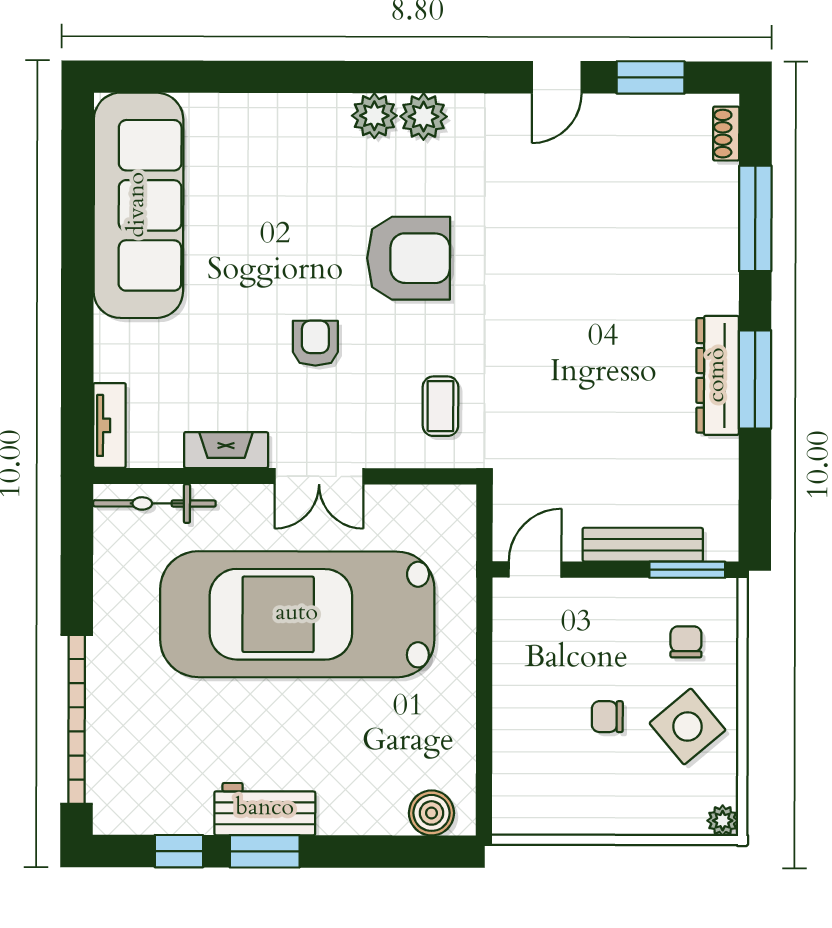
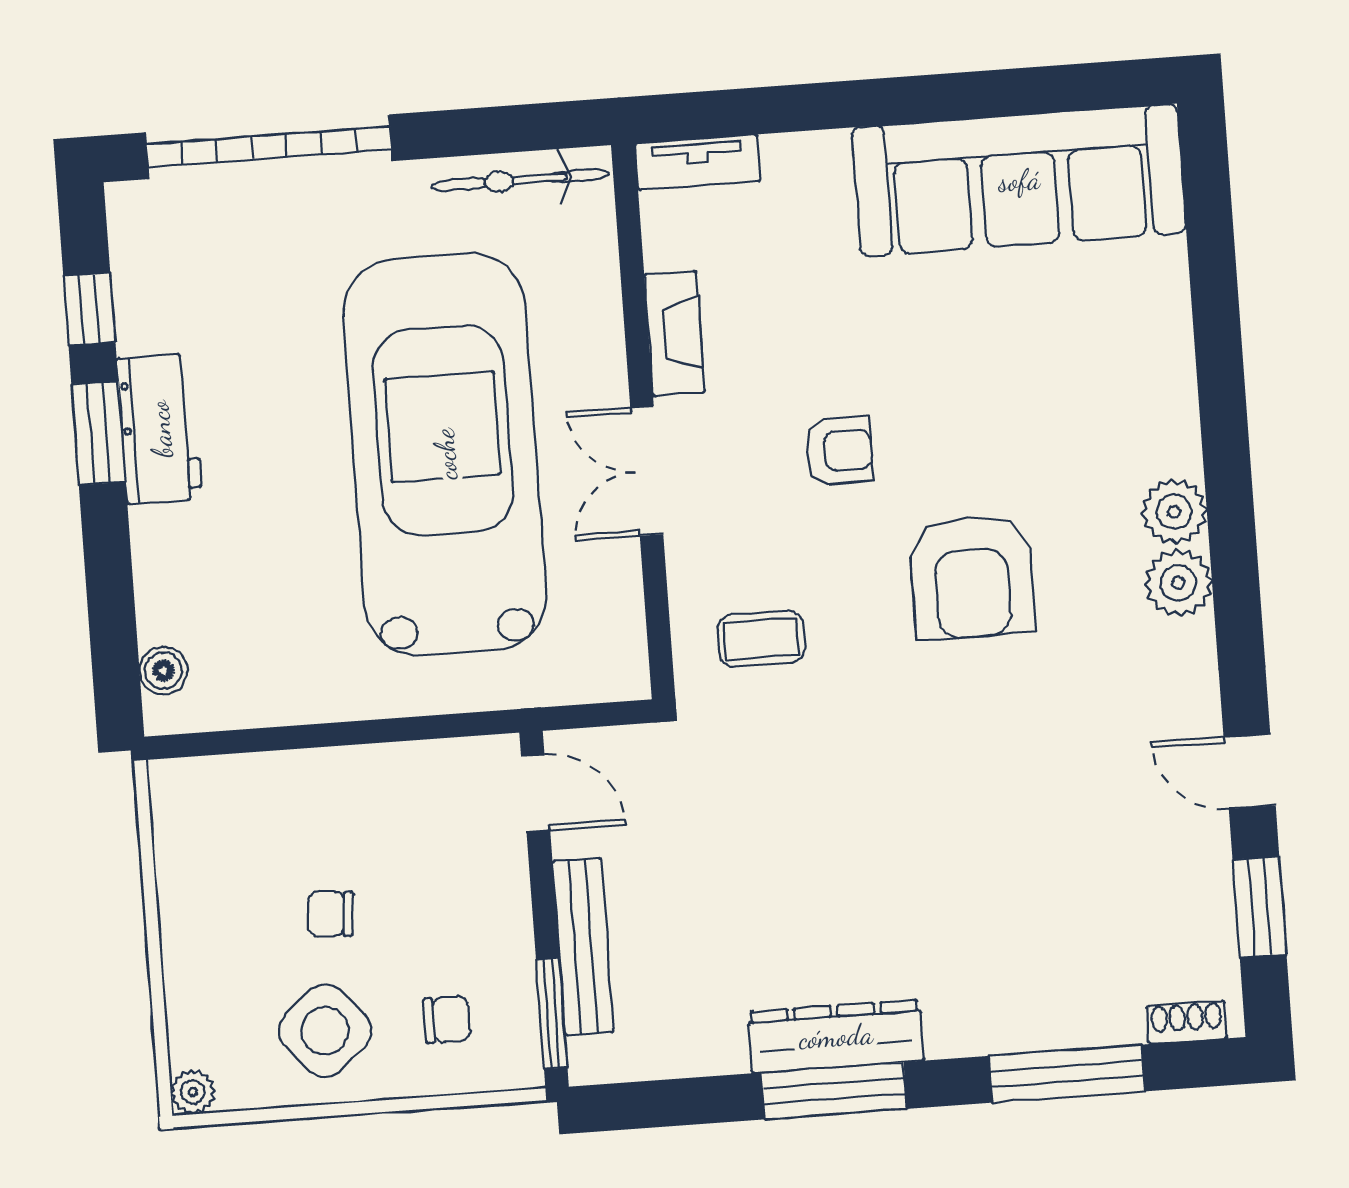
bicycle: (154, 503) -> (520, 180), moved, turned -90
chair: (607, 717) -> (331, 914), turned -85
boiler: (431, 813) -> (163, 671), width x0.73, depth x0.73

